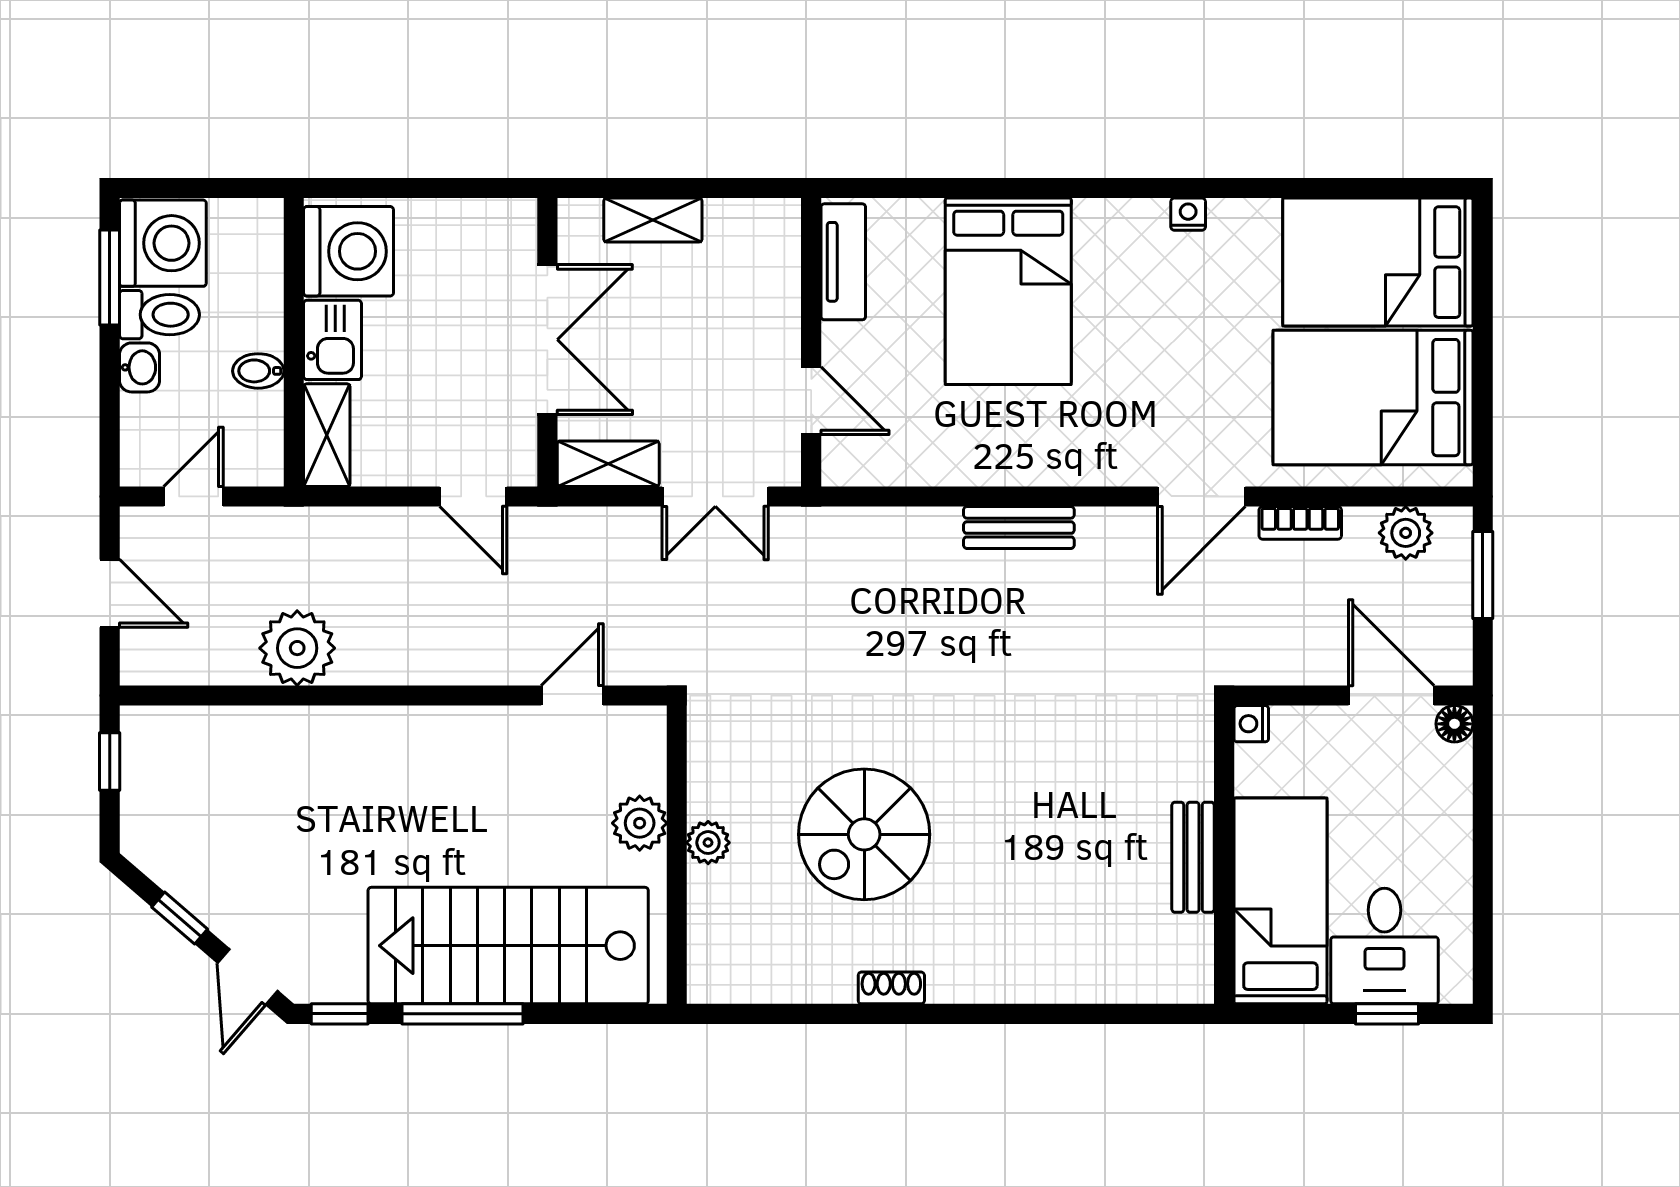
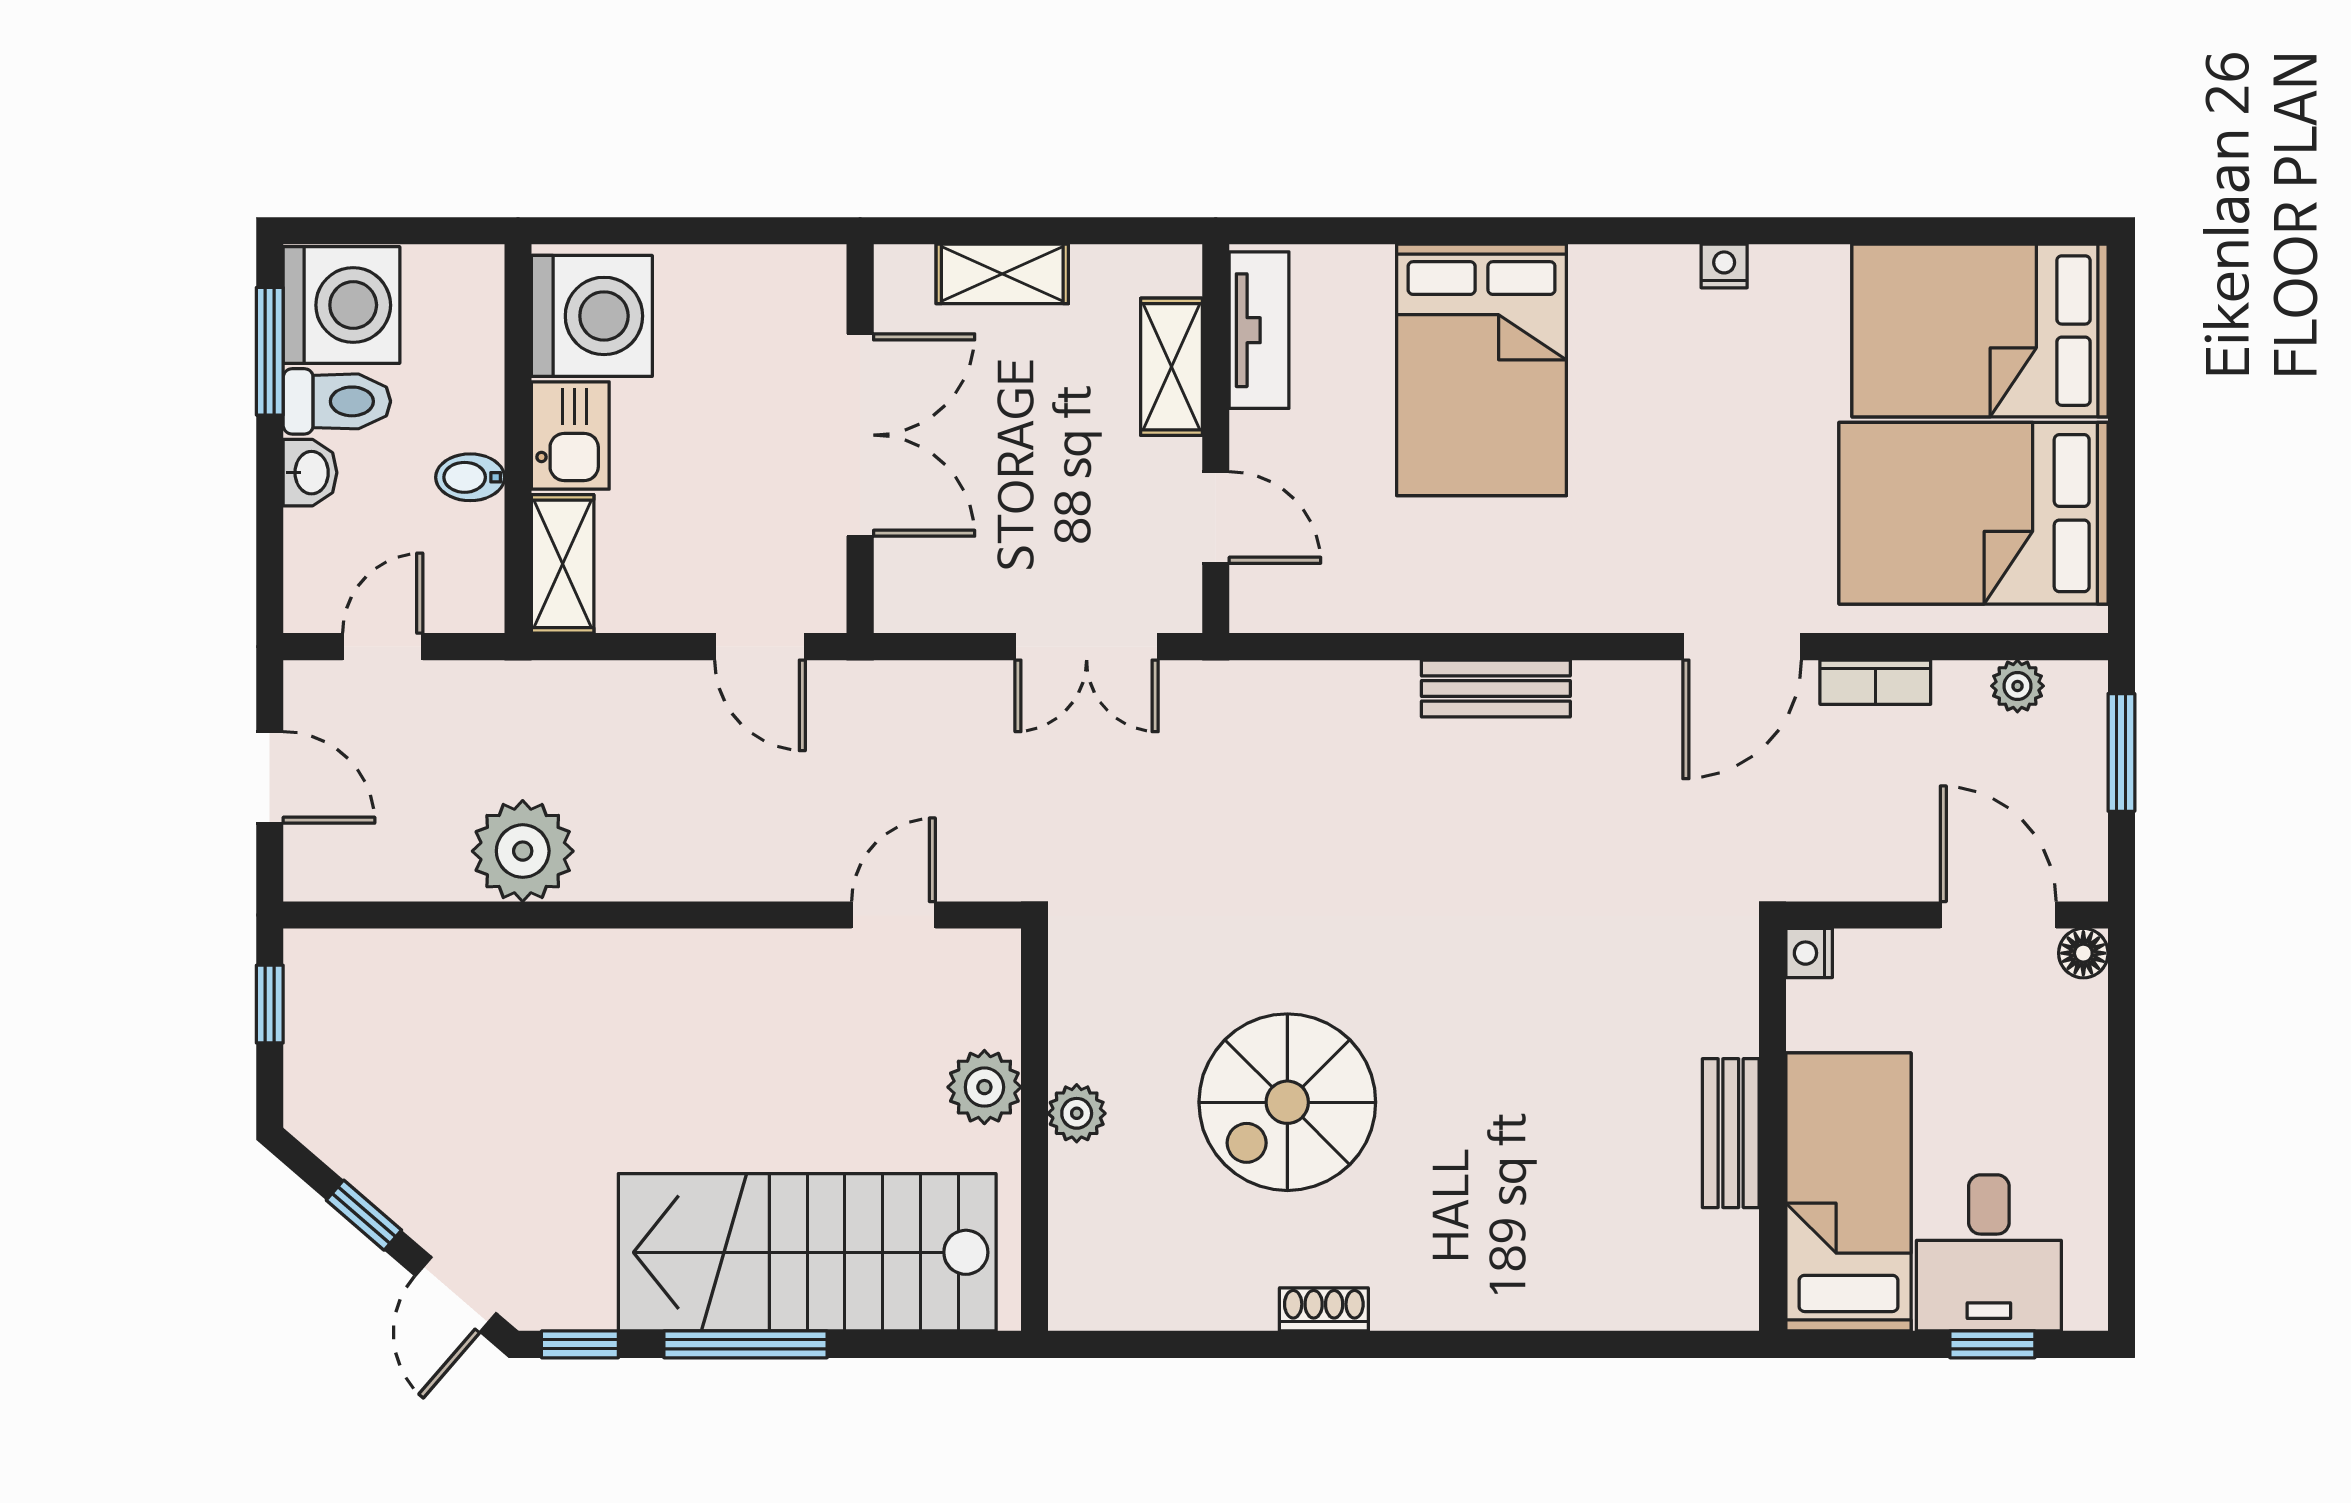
shelving: (608, 464) -> (1171, 367), moved, turned 90
plant: (1406, 533) -> (2017, 686), width x0.73, depth x0.73

